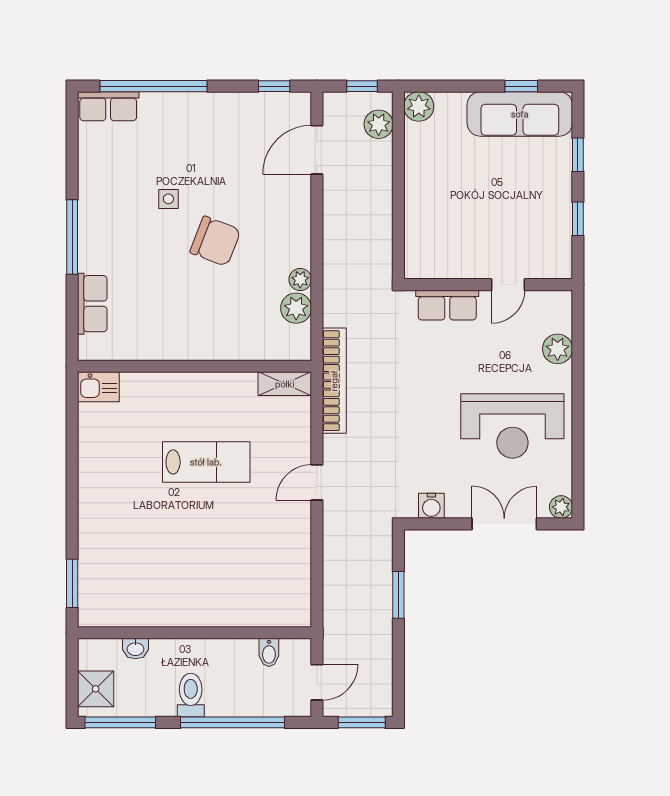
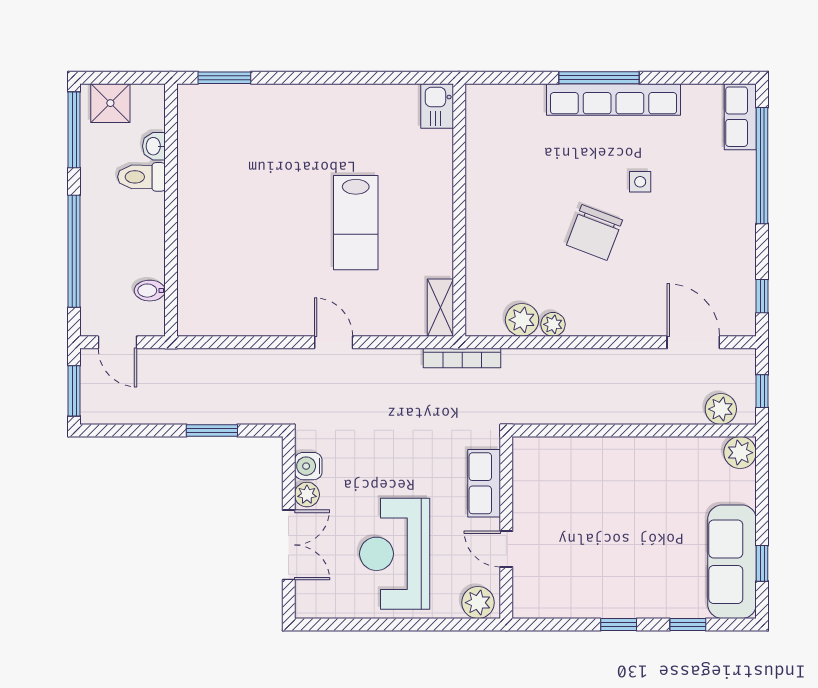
wall: (488, 285) -> (506, 528), moved
door: (508, 285) -> (506, 549), moved
row of seats: (92, 304) -> (614, 99), moved, width x2.02
row of seats: (447, 305) -> (484, 483), moved
bookcase: (334, 381) -> (462, 358), width x0.68, depth x0.76
plant: (561, 507) -> (307, 495), moved
toilet: (191, 695) -> (141, 177), moved, turned 180

